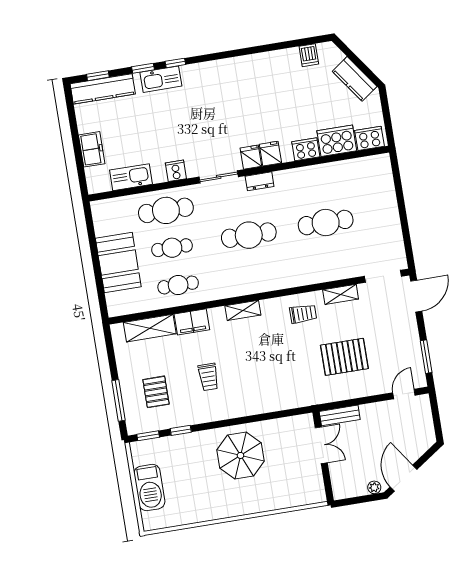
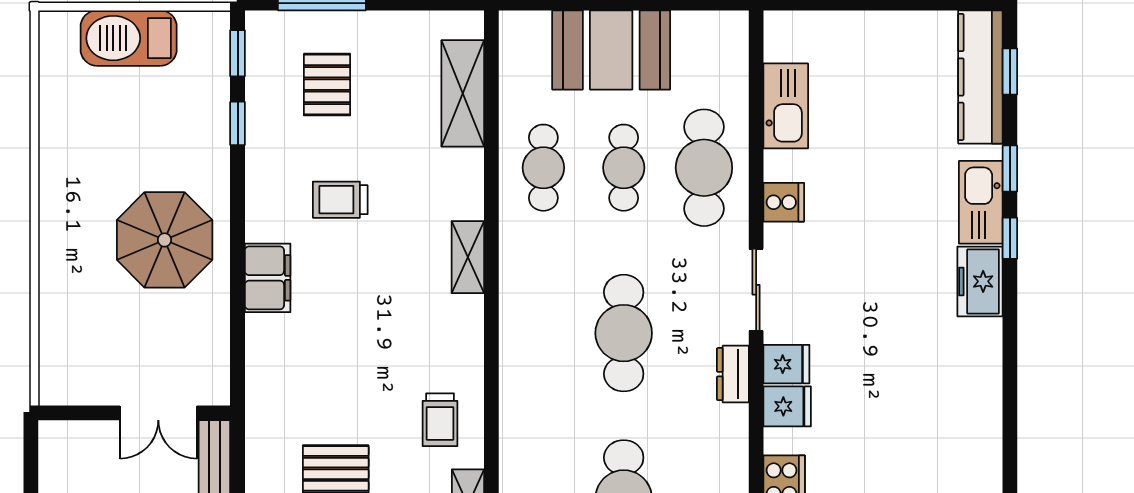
freezer: (92, 149) -> (980, 281), moved, turned 90
shelving: (243, 310) -> (468, 257), moved
filing cabinet: (192, 322) -> (268, 278), moved, turned 180
pallet: (156, 392) -> (327, 85), turned 90

